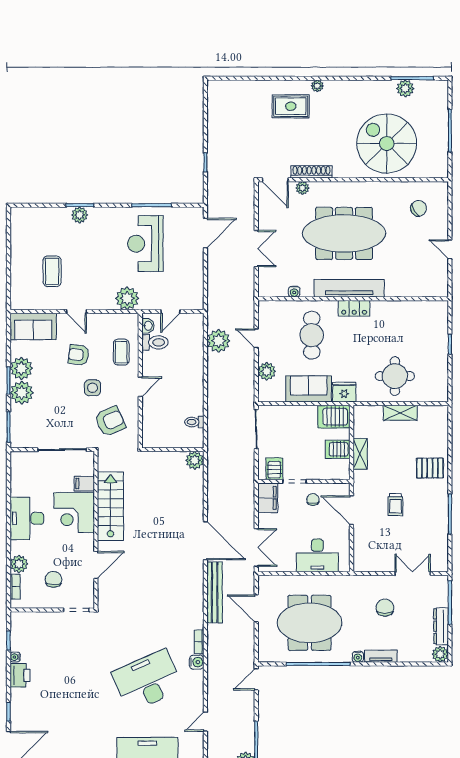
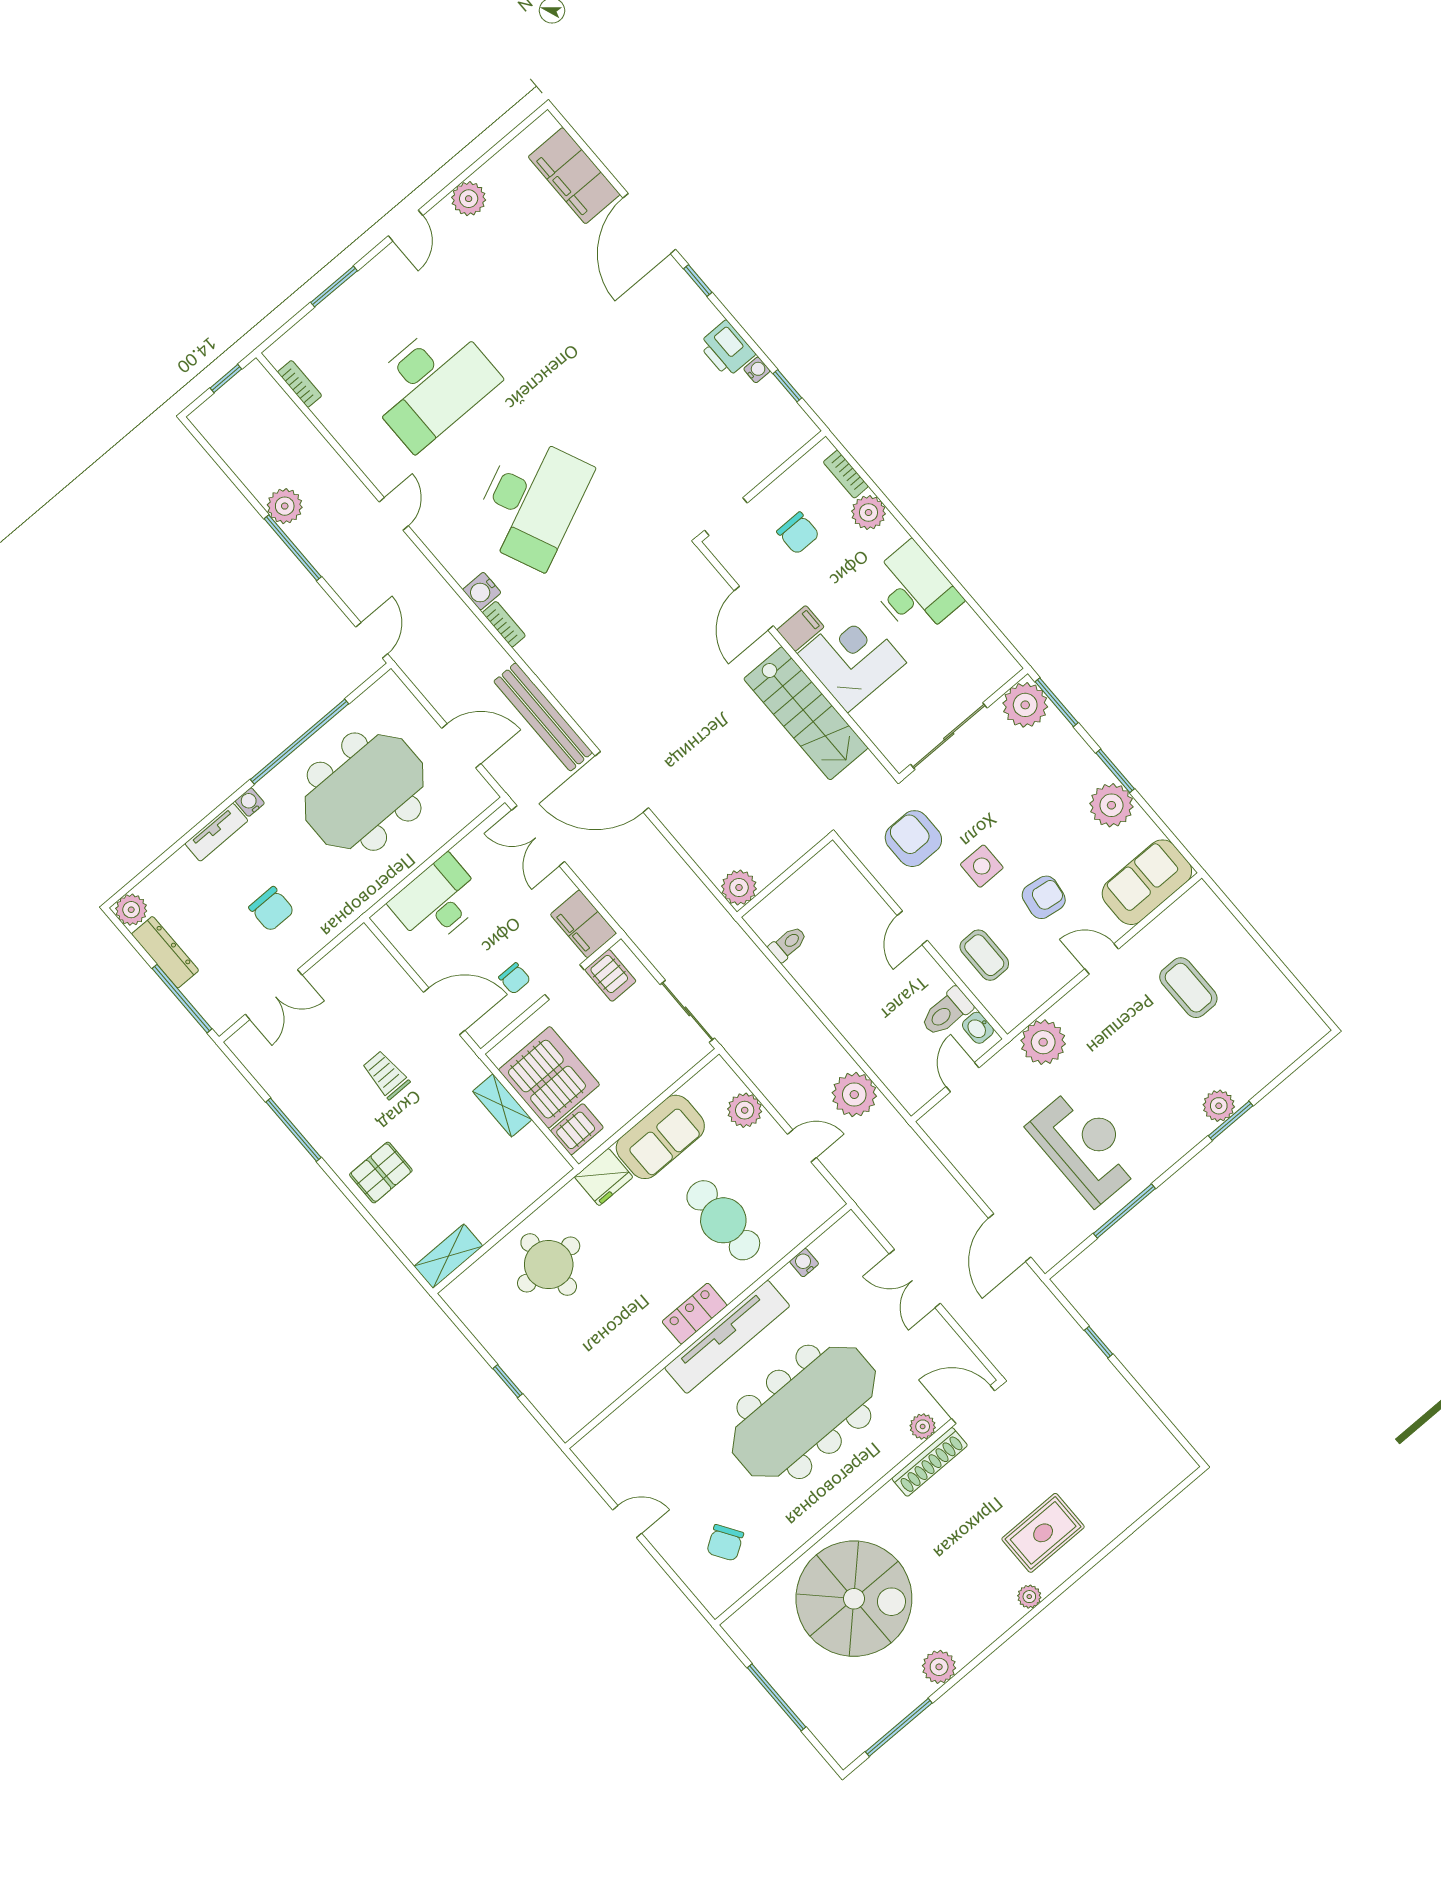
plant: (405, 88) -> (939, 1667), moved
plant: (22, 393) -> (1025, 705), moved
shelving: (400, 413) -> (448, 1256), moved
server rack: (334, 417) -> (577, 1129), width x0.73, depth x0.70
armchair: (110, 421) -> (913, 839), turned 114
server rack: (338, 449) -> (549, 1077), width x2.18, depth x1.44
filing cabinet: (84, 484) -> (800, 628), moved

